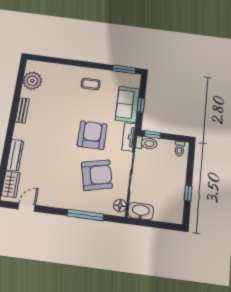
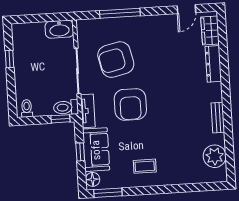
floor lamp: (120, 206) -> (93, 179), moved

